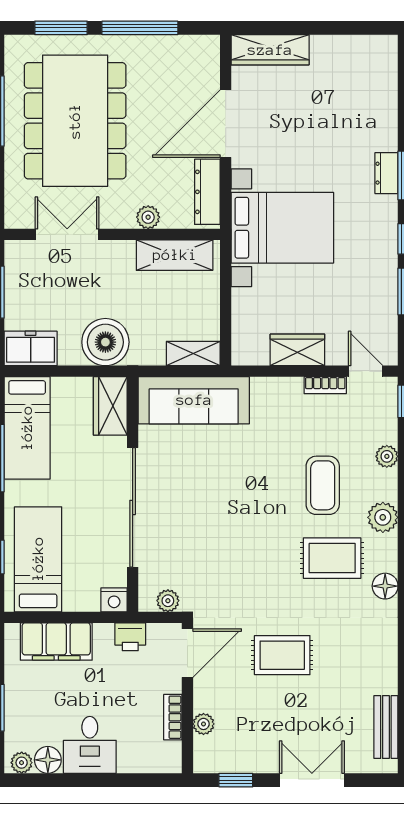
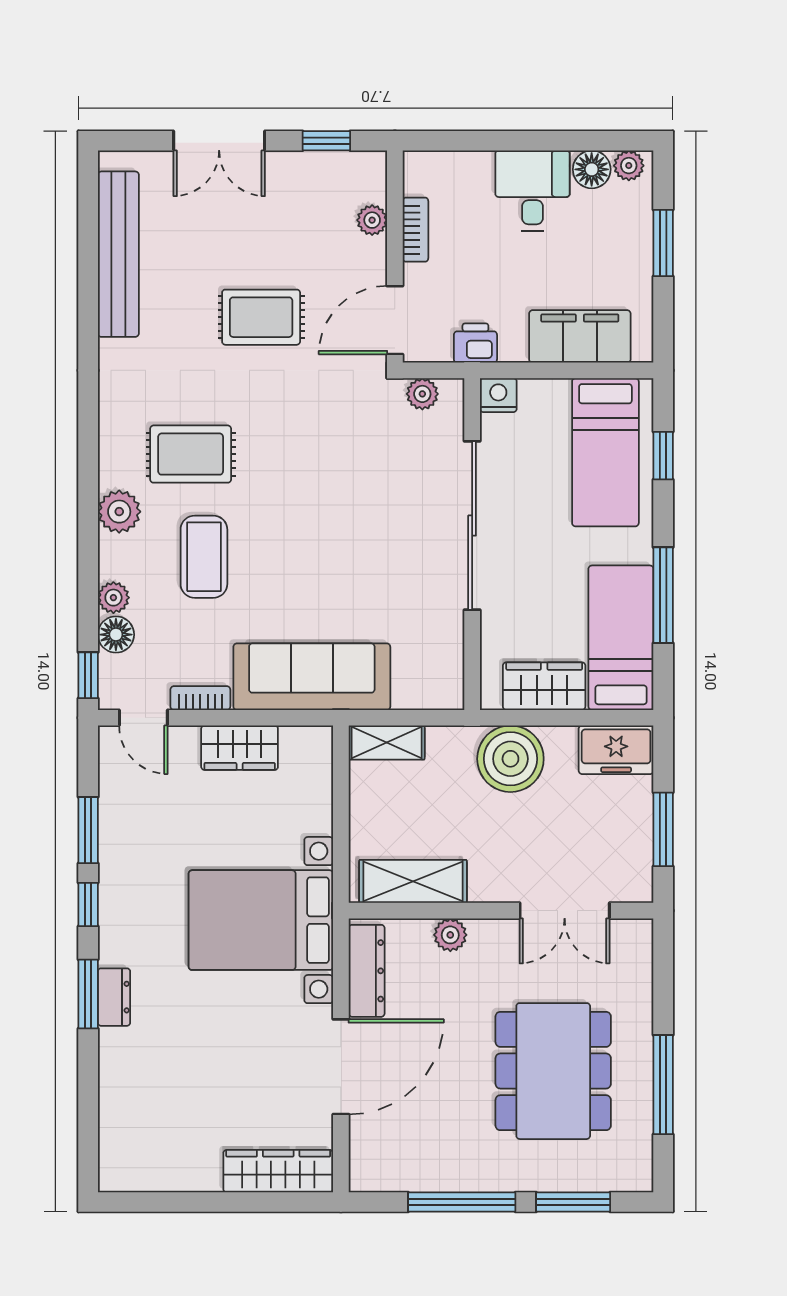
dining table: (75, 121) -> (553, 1071), width x0.73, depth x0.80
sofa: (194, 400) -> (312, 677), moved
wardrobe: (110, 406) -> (544, 686), moved, turned -90
floor lamp: (385, 586) -> (116, 635), moved
bench: (386, 727) -> (118, 254), width x1.86, depth x1.21

